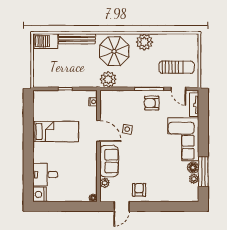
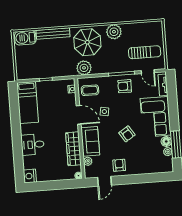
coffee table: (113, 105) -> (90, 90), added
bed: (56, 132) -> (28, 103), moved, turned 90
armchair: (150, 156) -> (127, 134), added
wardrobe: (90, 168) -> (73, 149), added
desk: (45, 175) -> (33, 145), moved

